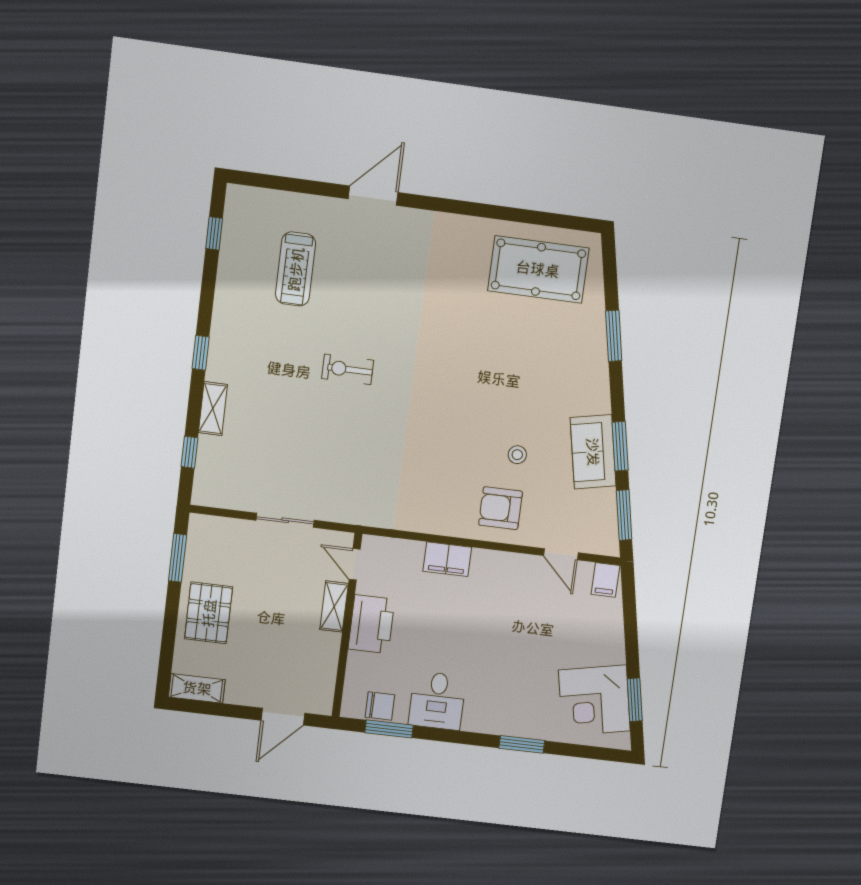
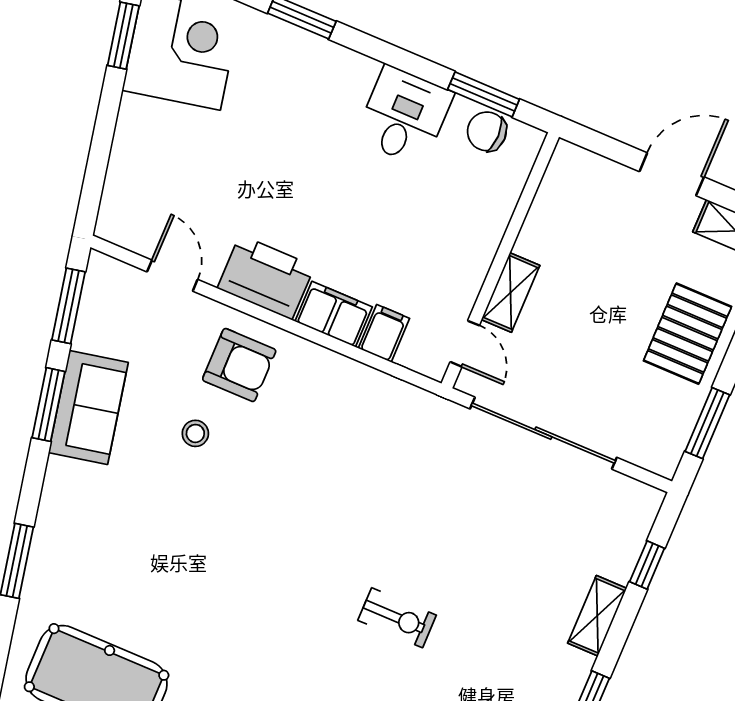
sliding door: (285, 520) -> (543, 433), width x1.86
filing cabinet: (605, 580) -> (384, 333), moved
printer: (371, 624) -> (266, 277), moved, turned 90
door: (283, 717) -> (672, 174), moved

